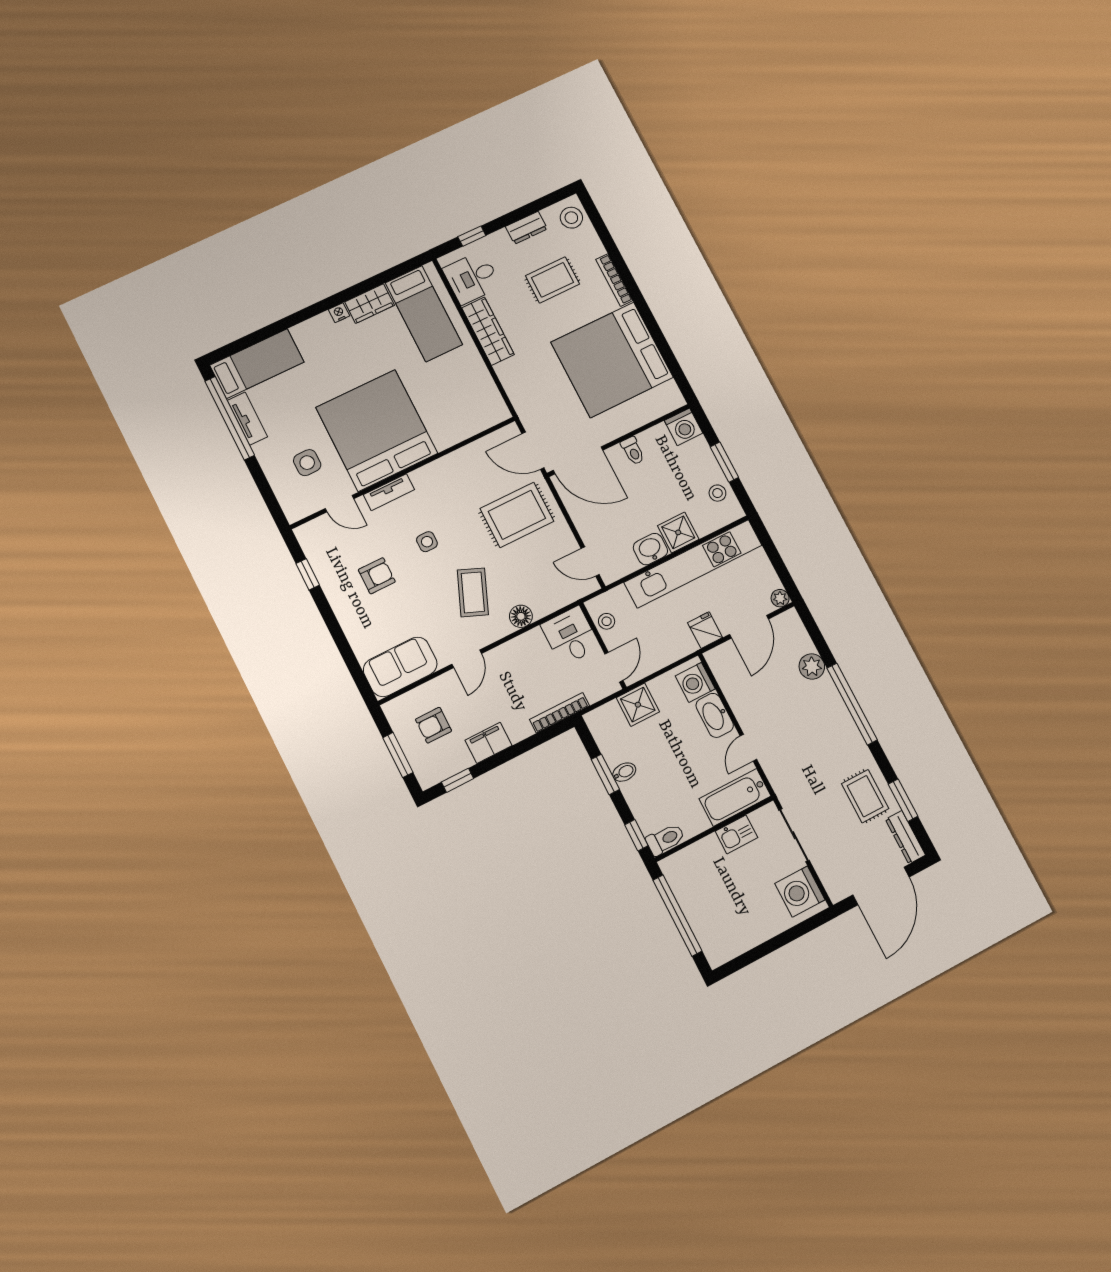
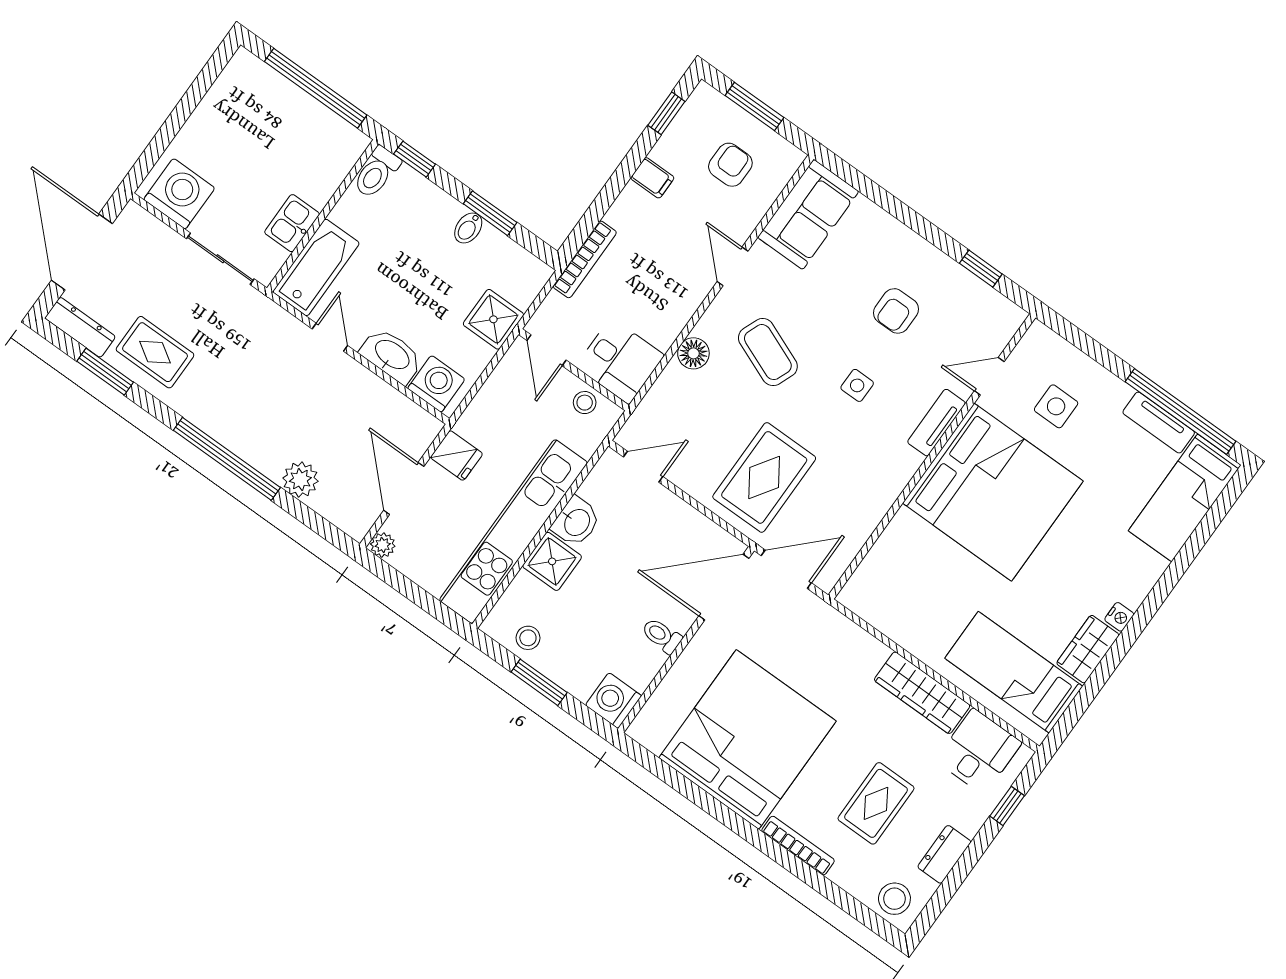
filing cabinet: (489, 743) -> (652, 178), width x0.50

